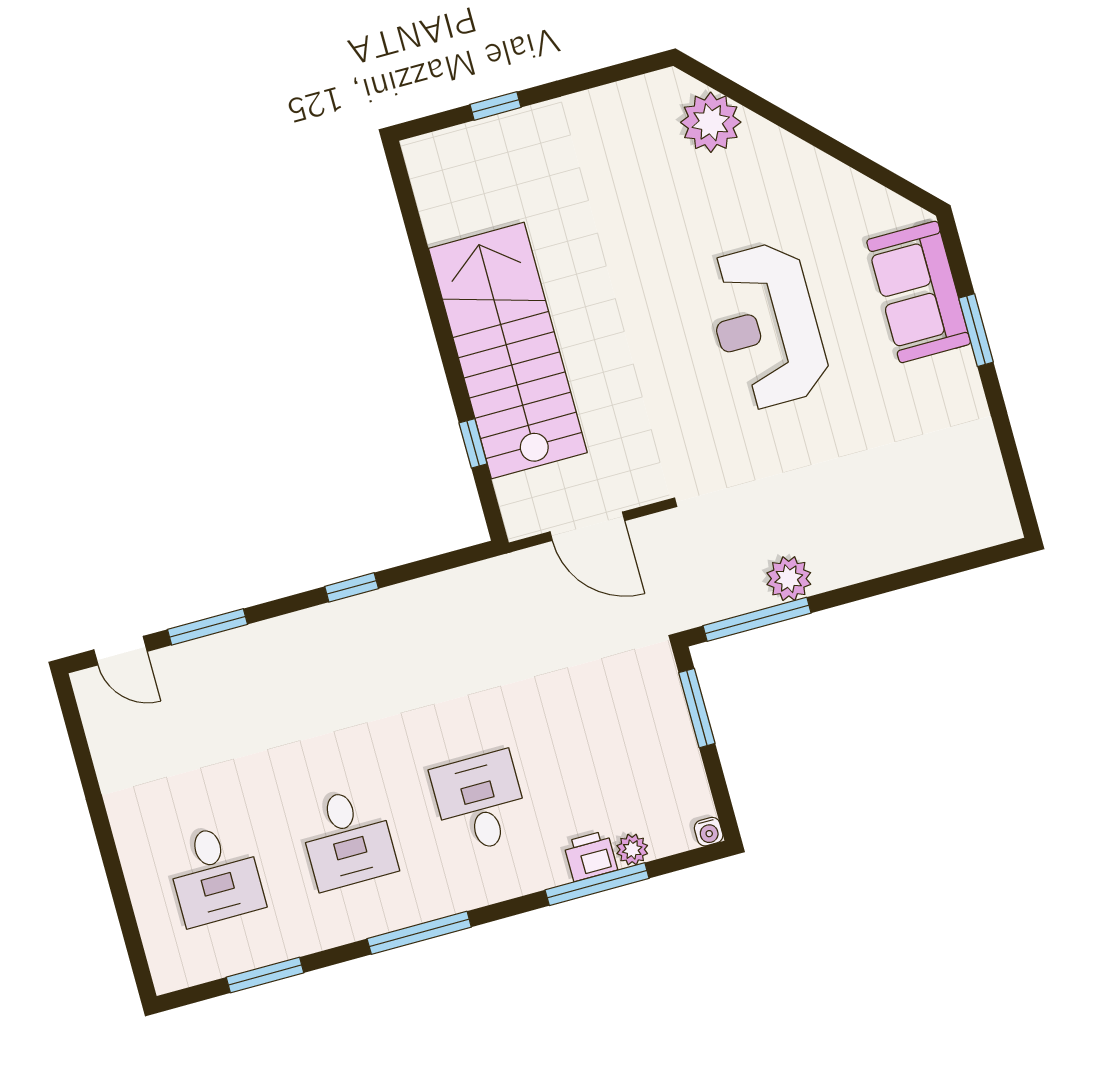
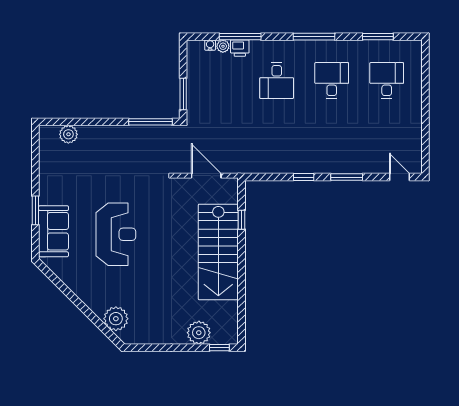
window: (496, 106) -> (219, 348), moved
plant: (502, 143) -> (199, 333), added
plant: (789, 579) -> (68, 134), moved
window: (208, 627) -> (347, 177), moved
water cooler: (709, 832) -> (210, 45), moved

